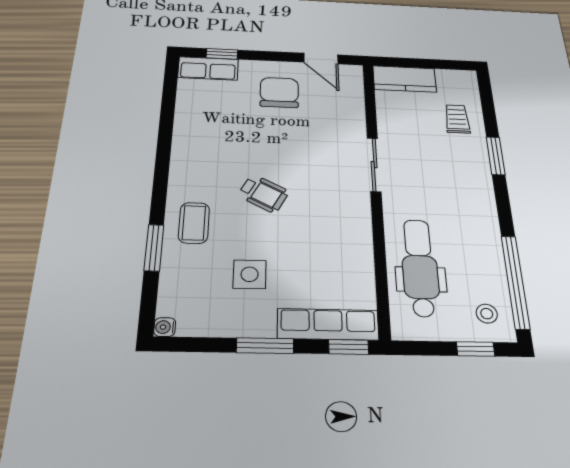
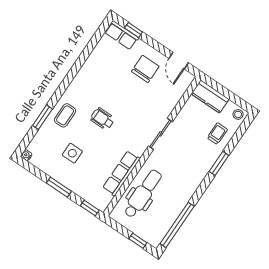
wheelchair: (263, 194) -> (102, 119), turned 152
stool: (487, 314) -> (238, 114), moved
row of seats: (328, 324) -> (121, 173), moved, turned -90

